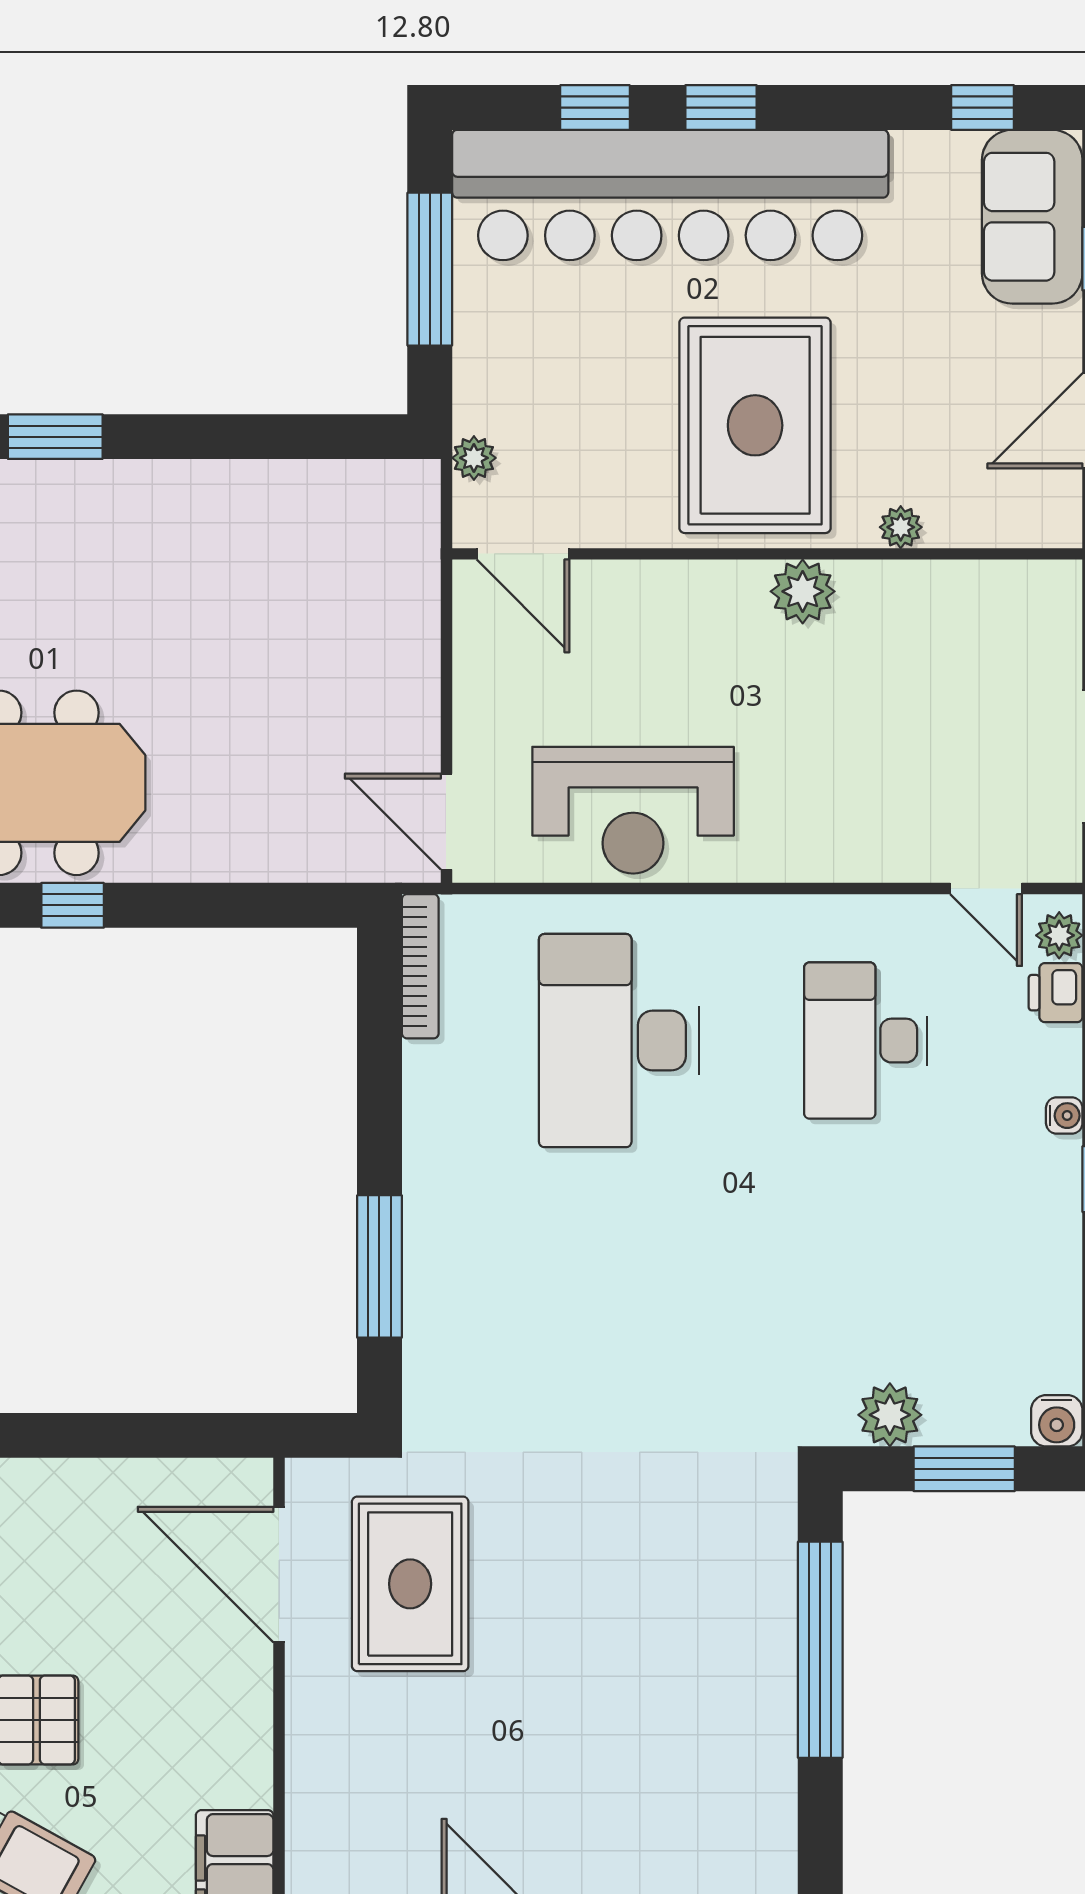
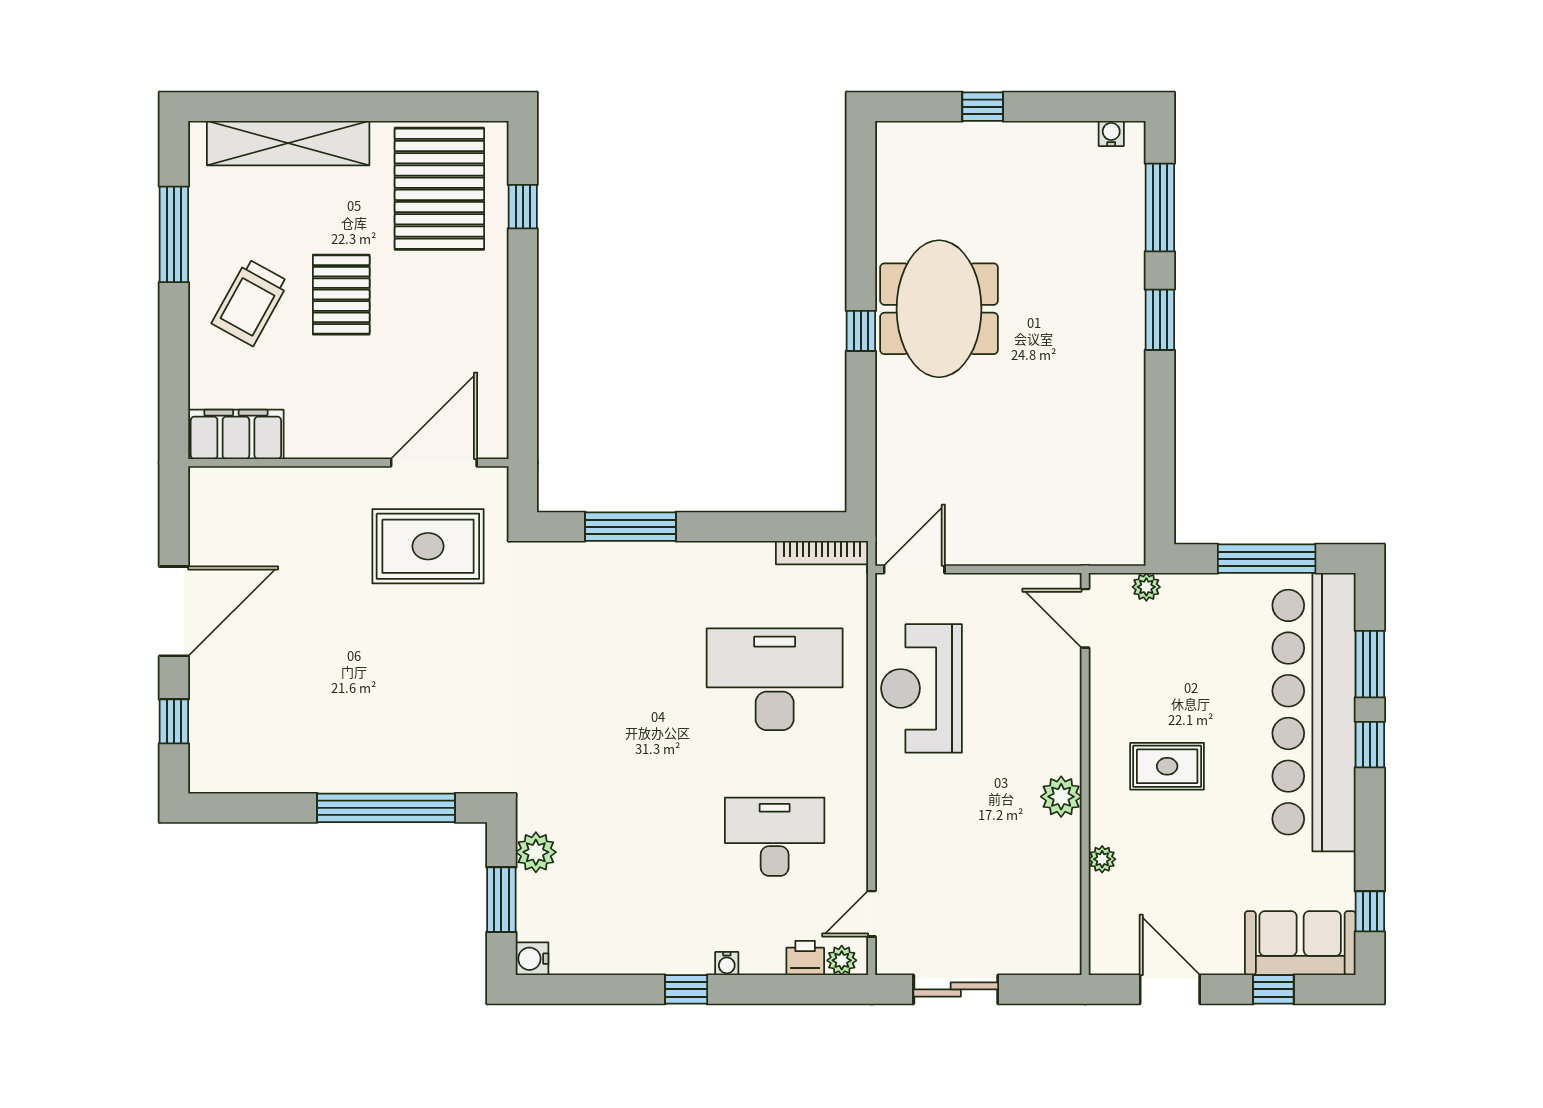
window: (595, 108) -> (1370, 664), width x1.50
rug: (755, 425) -> (1167, 766), width x0.54, depth x0.49
door: (523, 554) -> (1085, 618), hinge flipped

